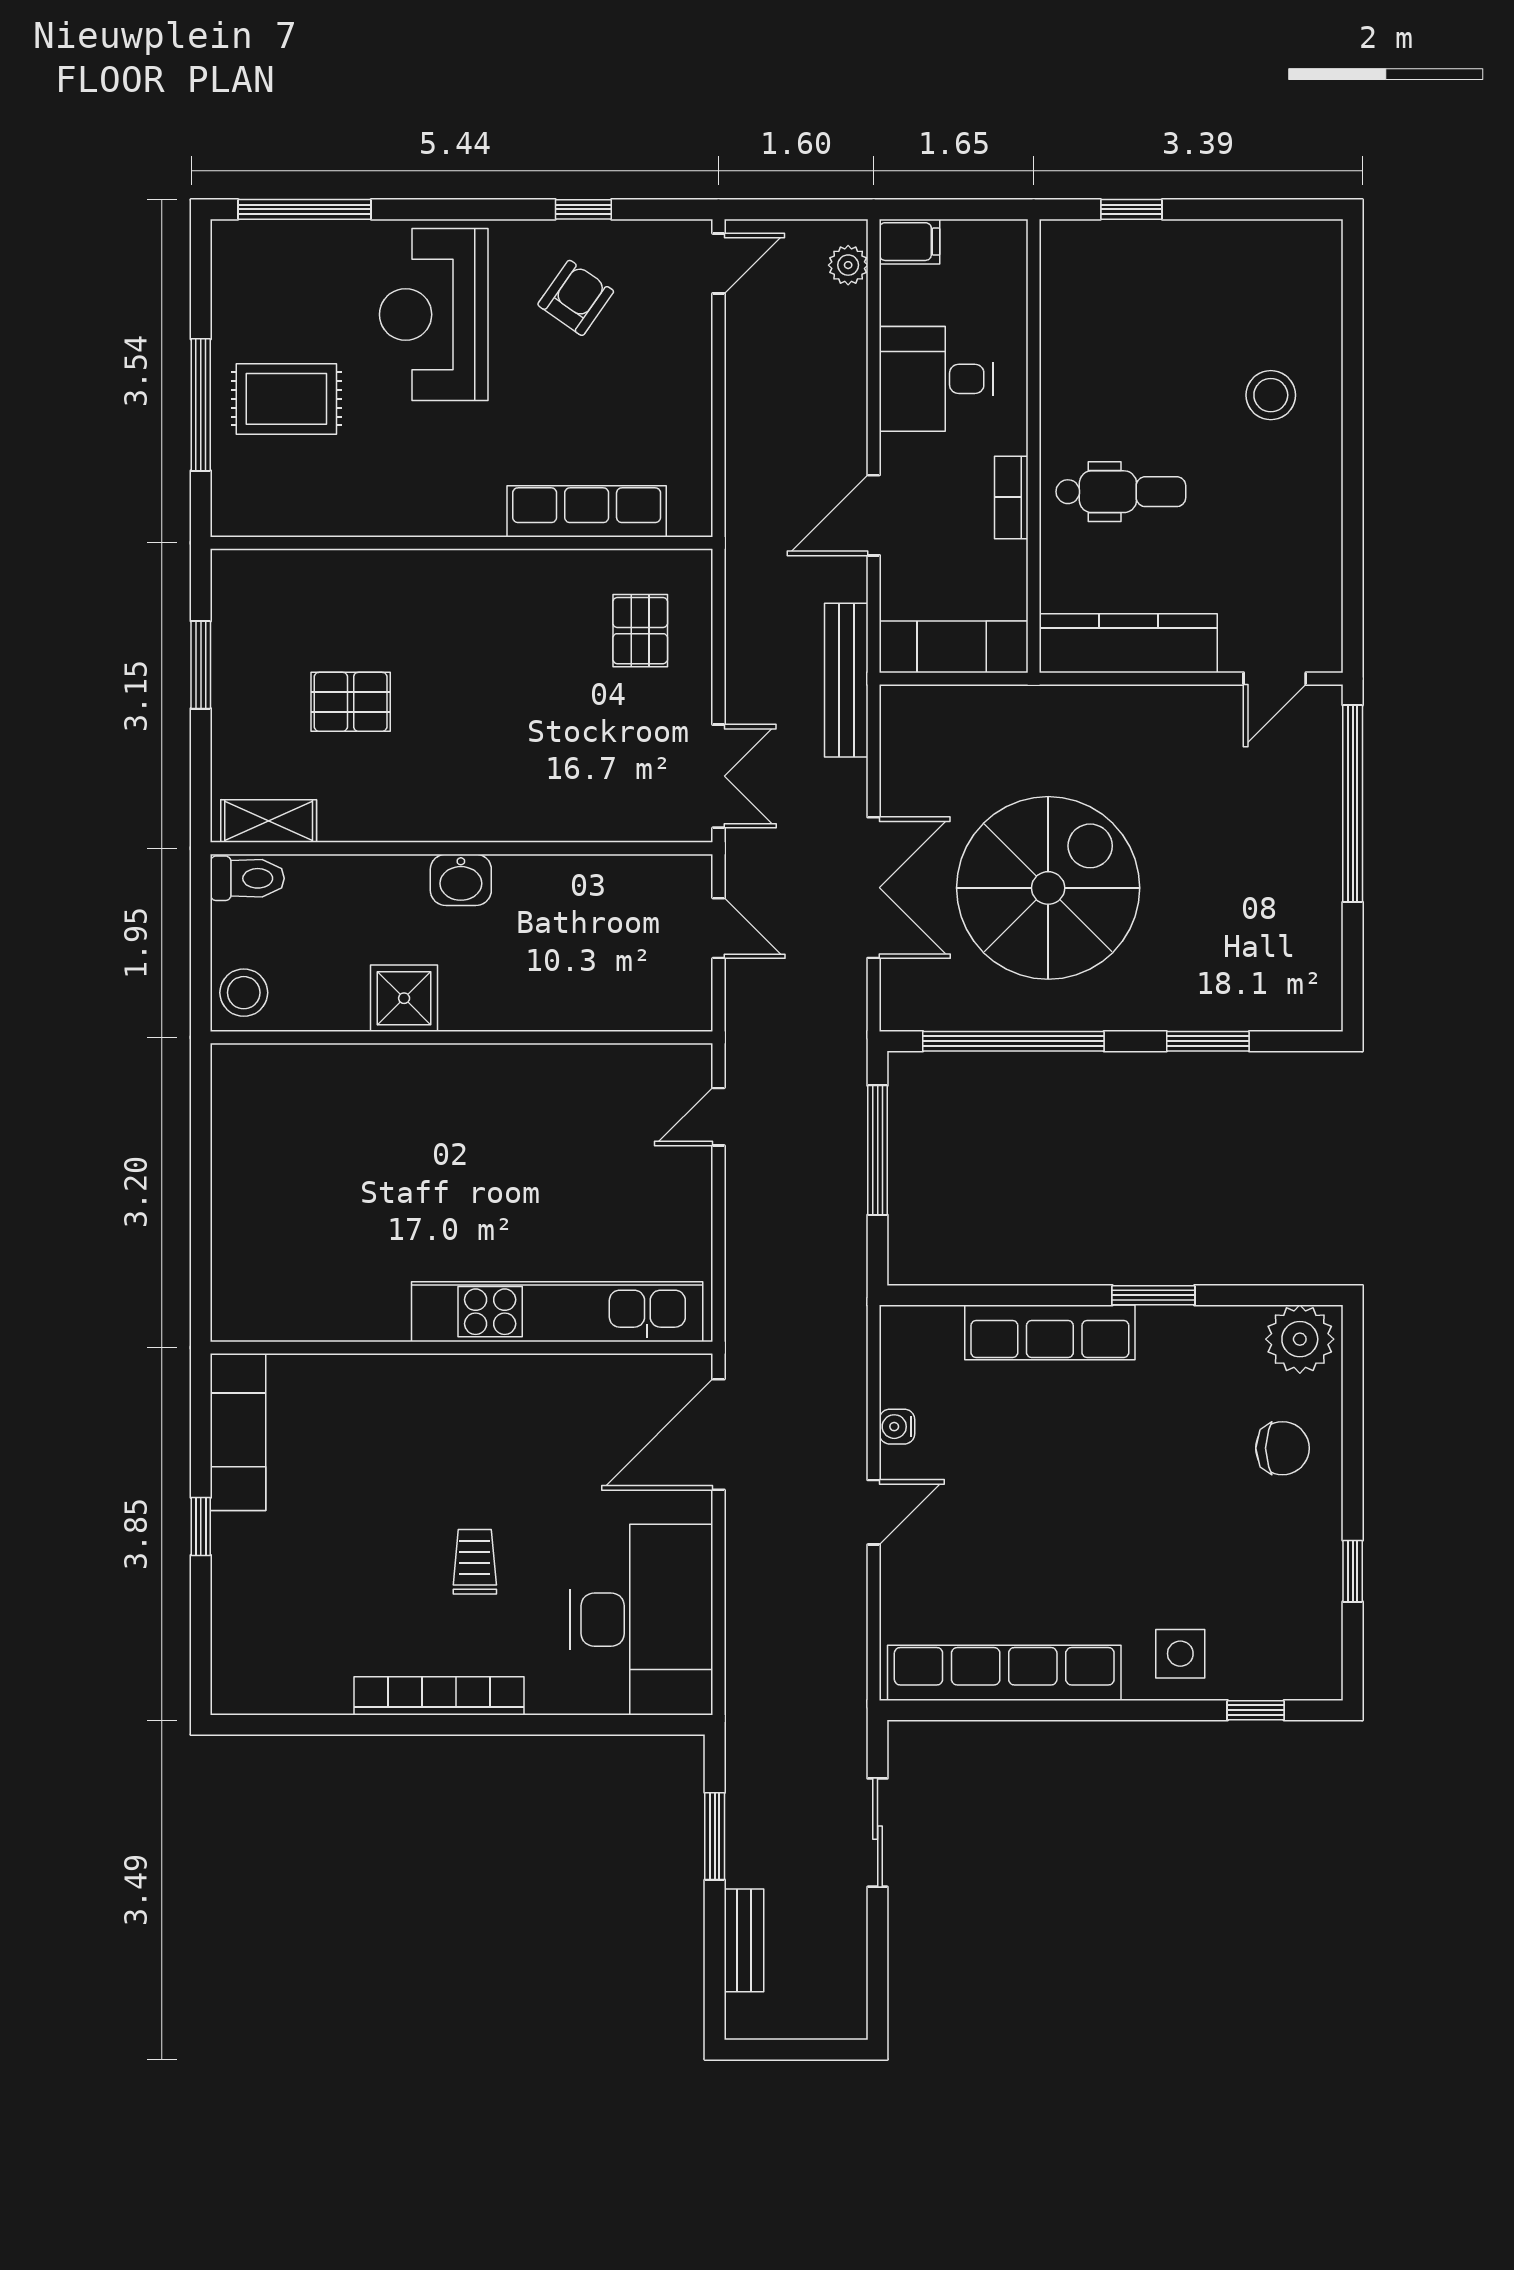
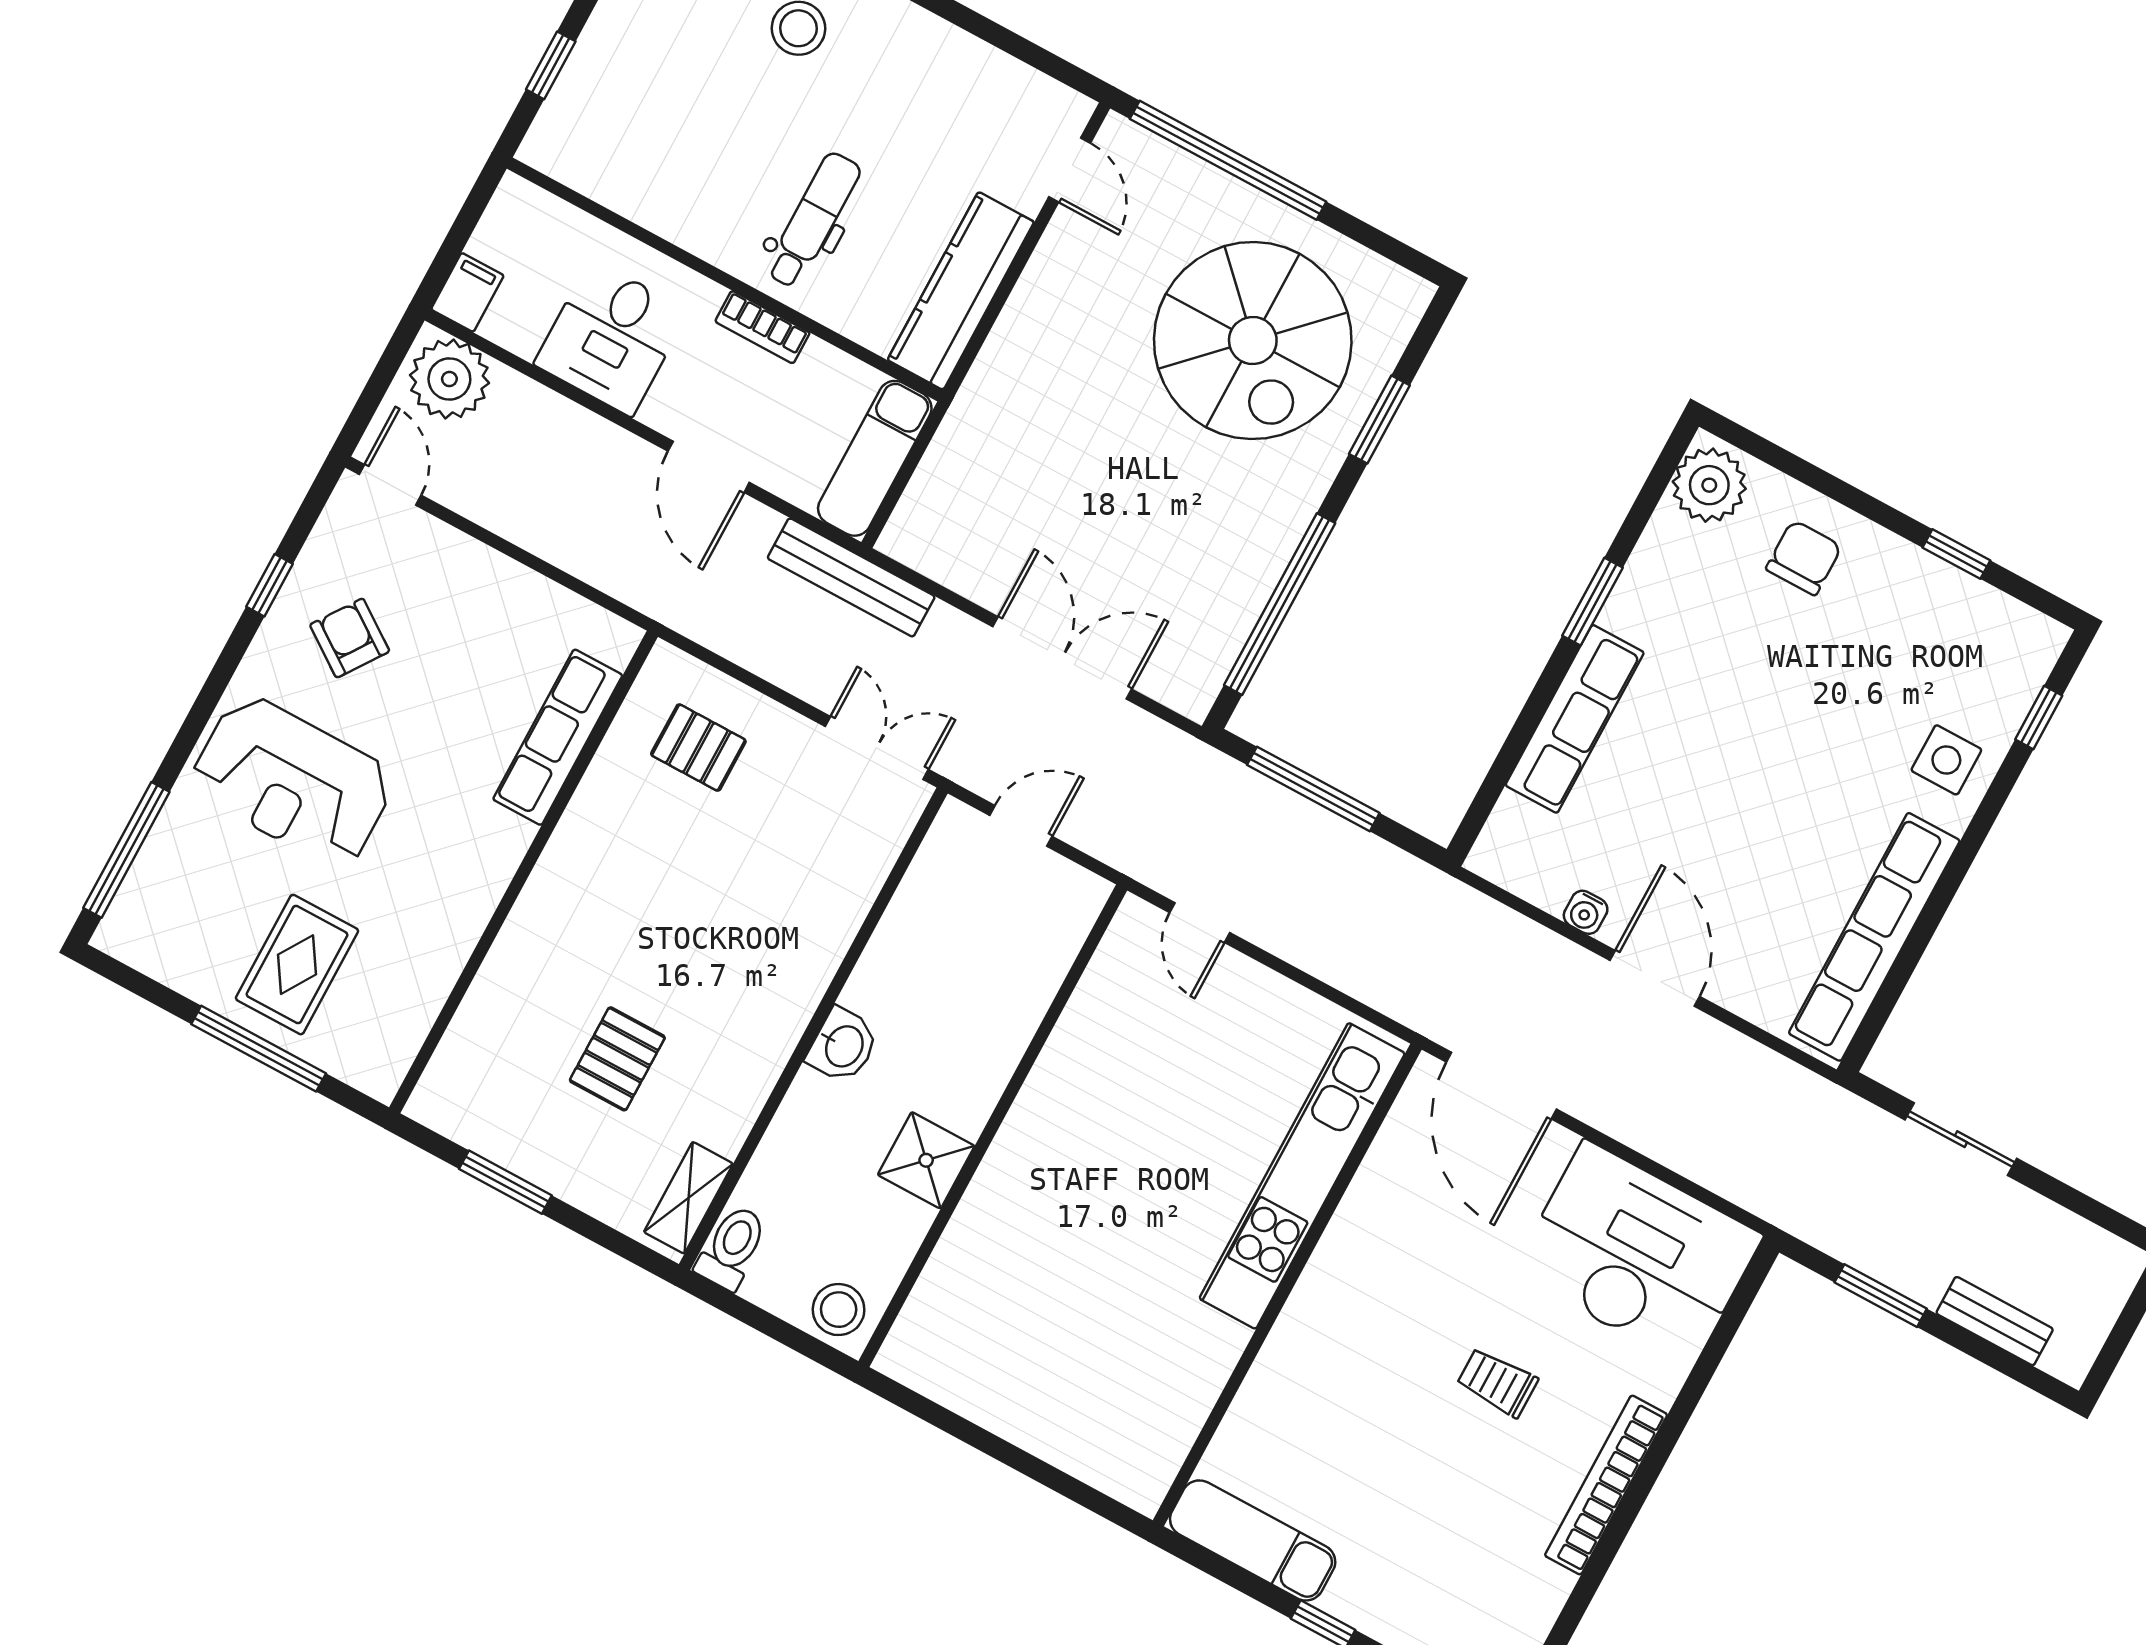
plant: (848, 265) -> (449, 379), width x1.88, depth x1.88
spiral stairs: (1048, 888) -> (1253, 340), moved, turned 180
door: (874, 1512) -> (1655, 978), width x1.38

